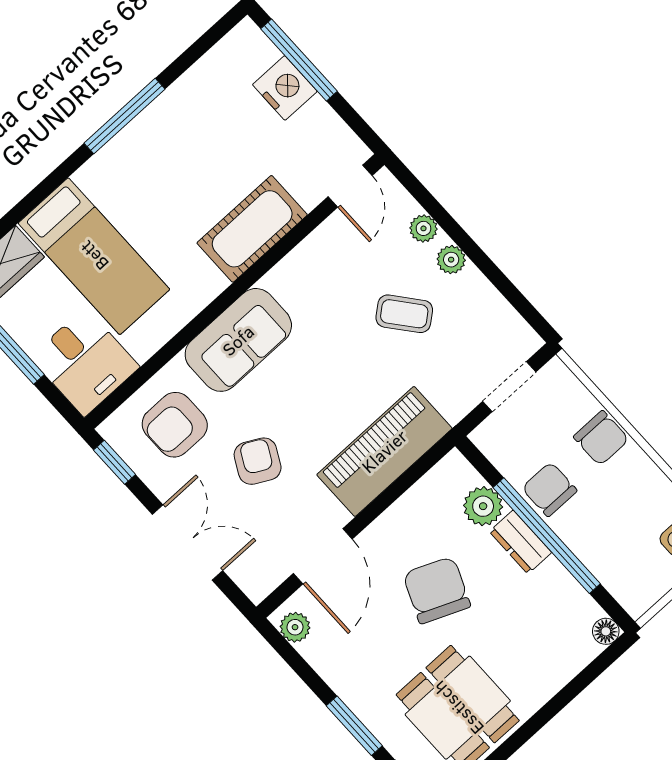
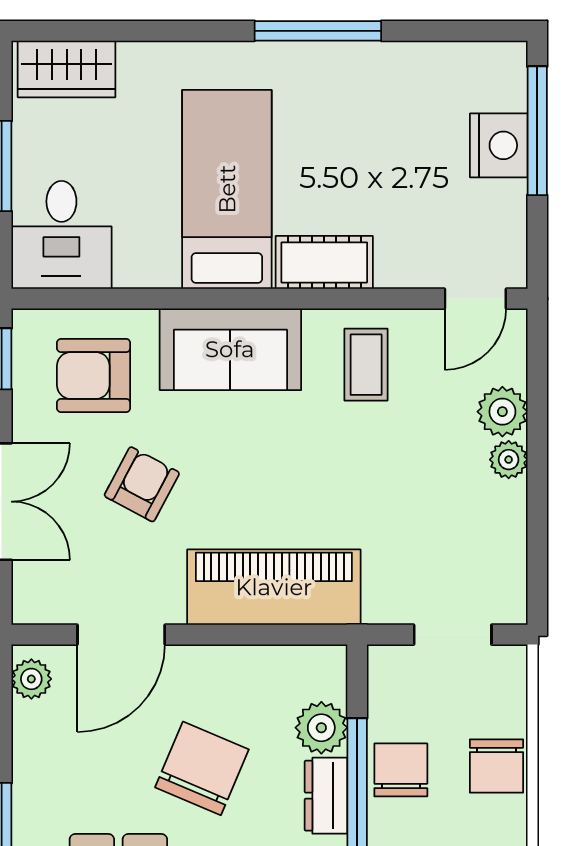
plant: (423, 228) -> (502, 412), width x1.38, depth x1.38
cot: (252, 229) -> (324, 262), width x0.73, depth x0.75
bed: (94, 256) -> (227, 189), moved, turned 180
coffee table: (404, 314) -> (366, 365), moved, turned 39

